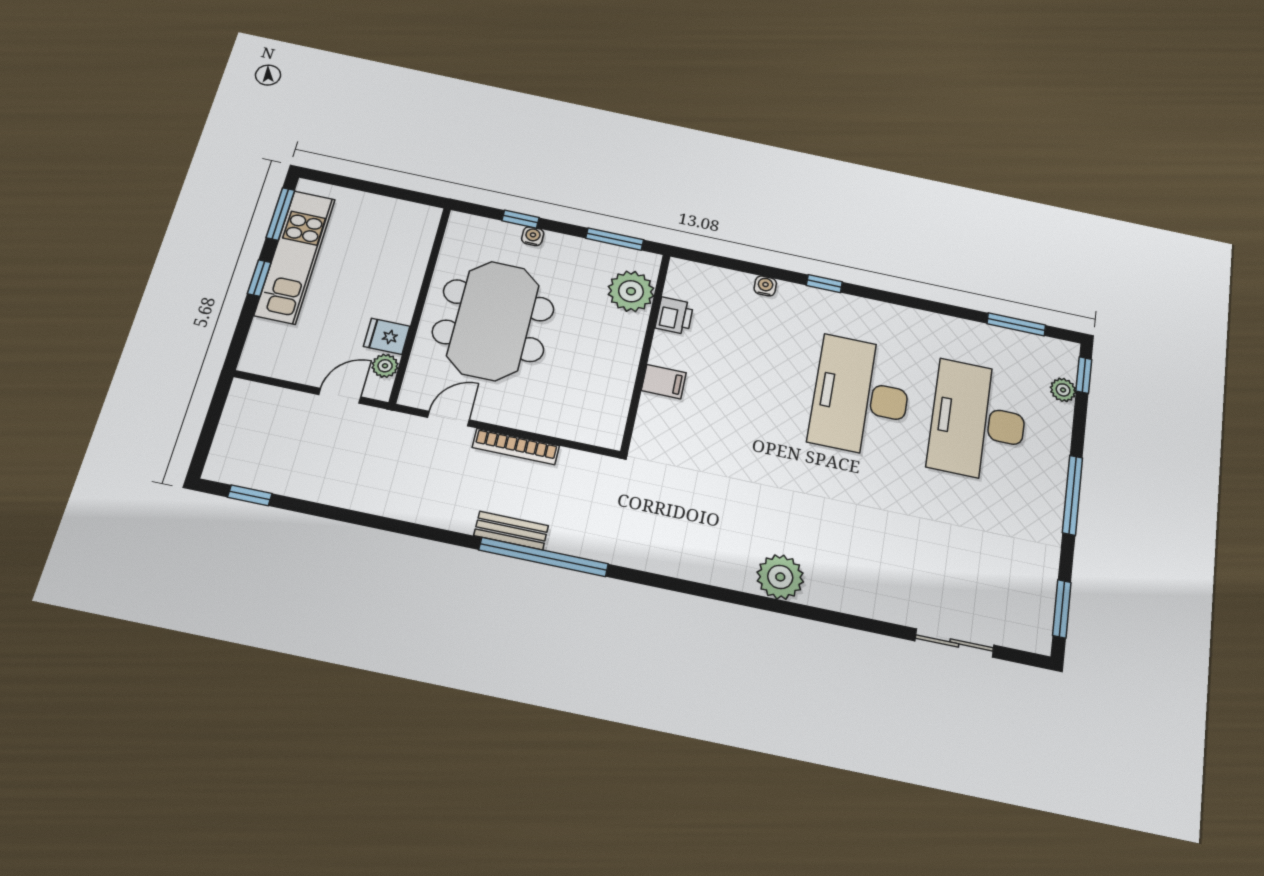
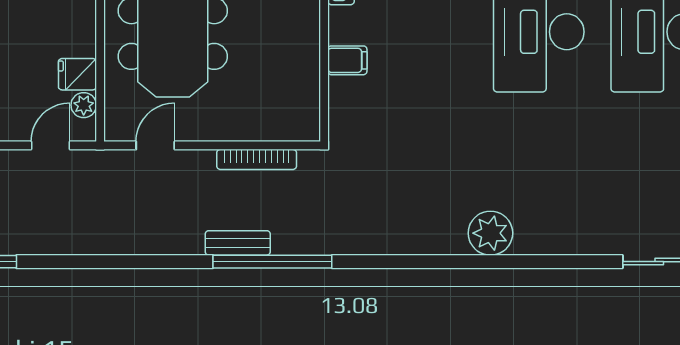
bookcase: (516, 447) -> (257, 159), moved

